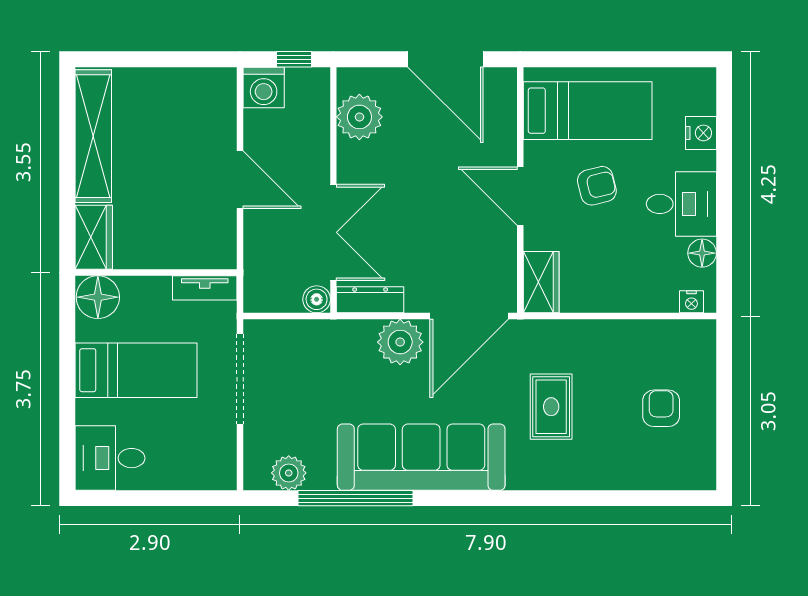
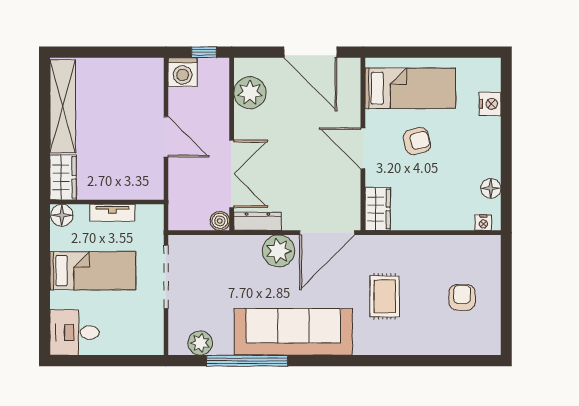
desk: (681, 204) -> (476, 154), removed
tv unit: (205, 288) -> (112, 213), moved
floor lamp: (98, 297) -> (62, 215), width x0.73, depth x0.73

